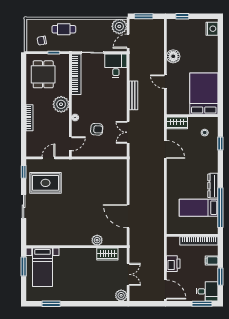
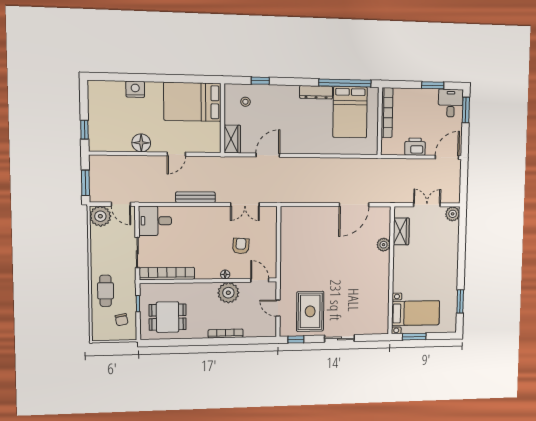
nightstand: (212, 29) -> (135, 89), moved
plant: (61, 104) -> (228, 293), moved
bed: (199, 208) -> (350, 112), width x1.50
filing cabinet: (212, 261) -> (412, 96), removed

